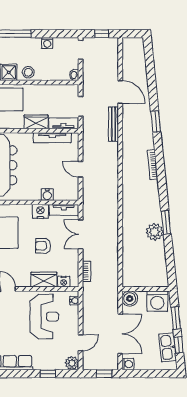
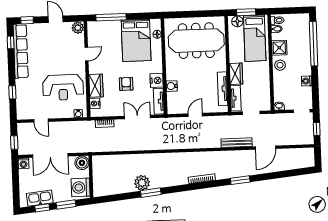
plant: (72, 363) -> (23, 113), removed

